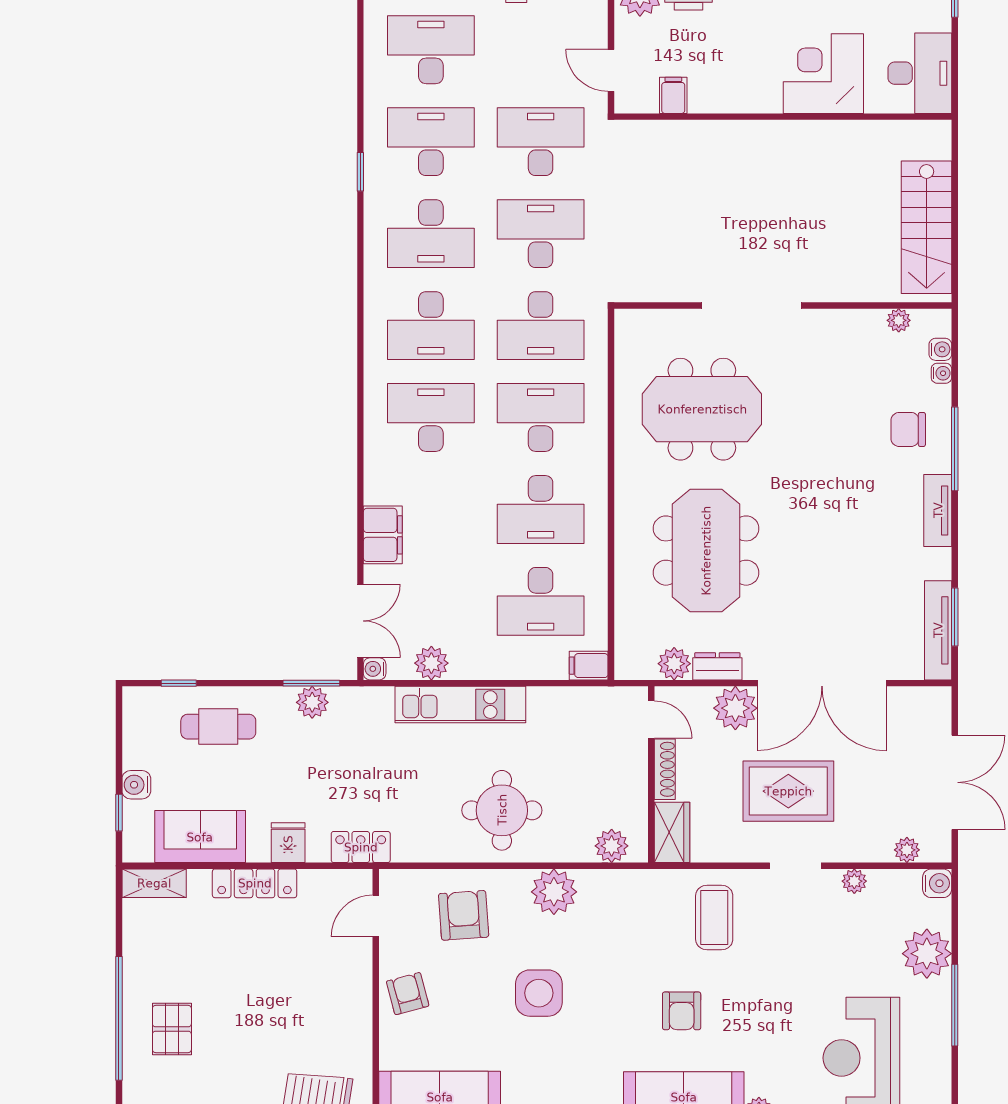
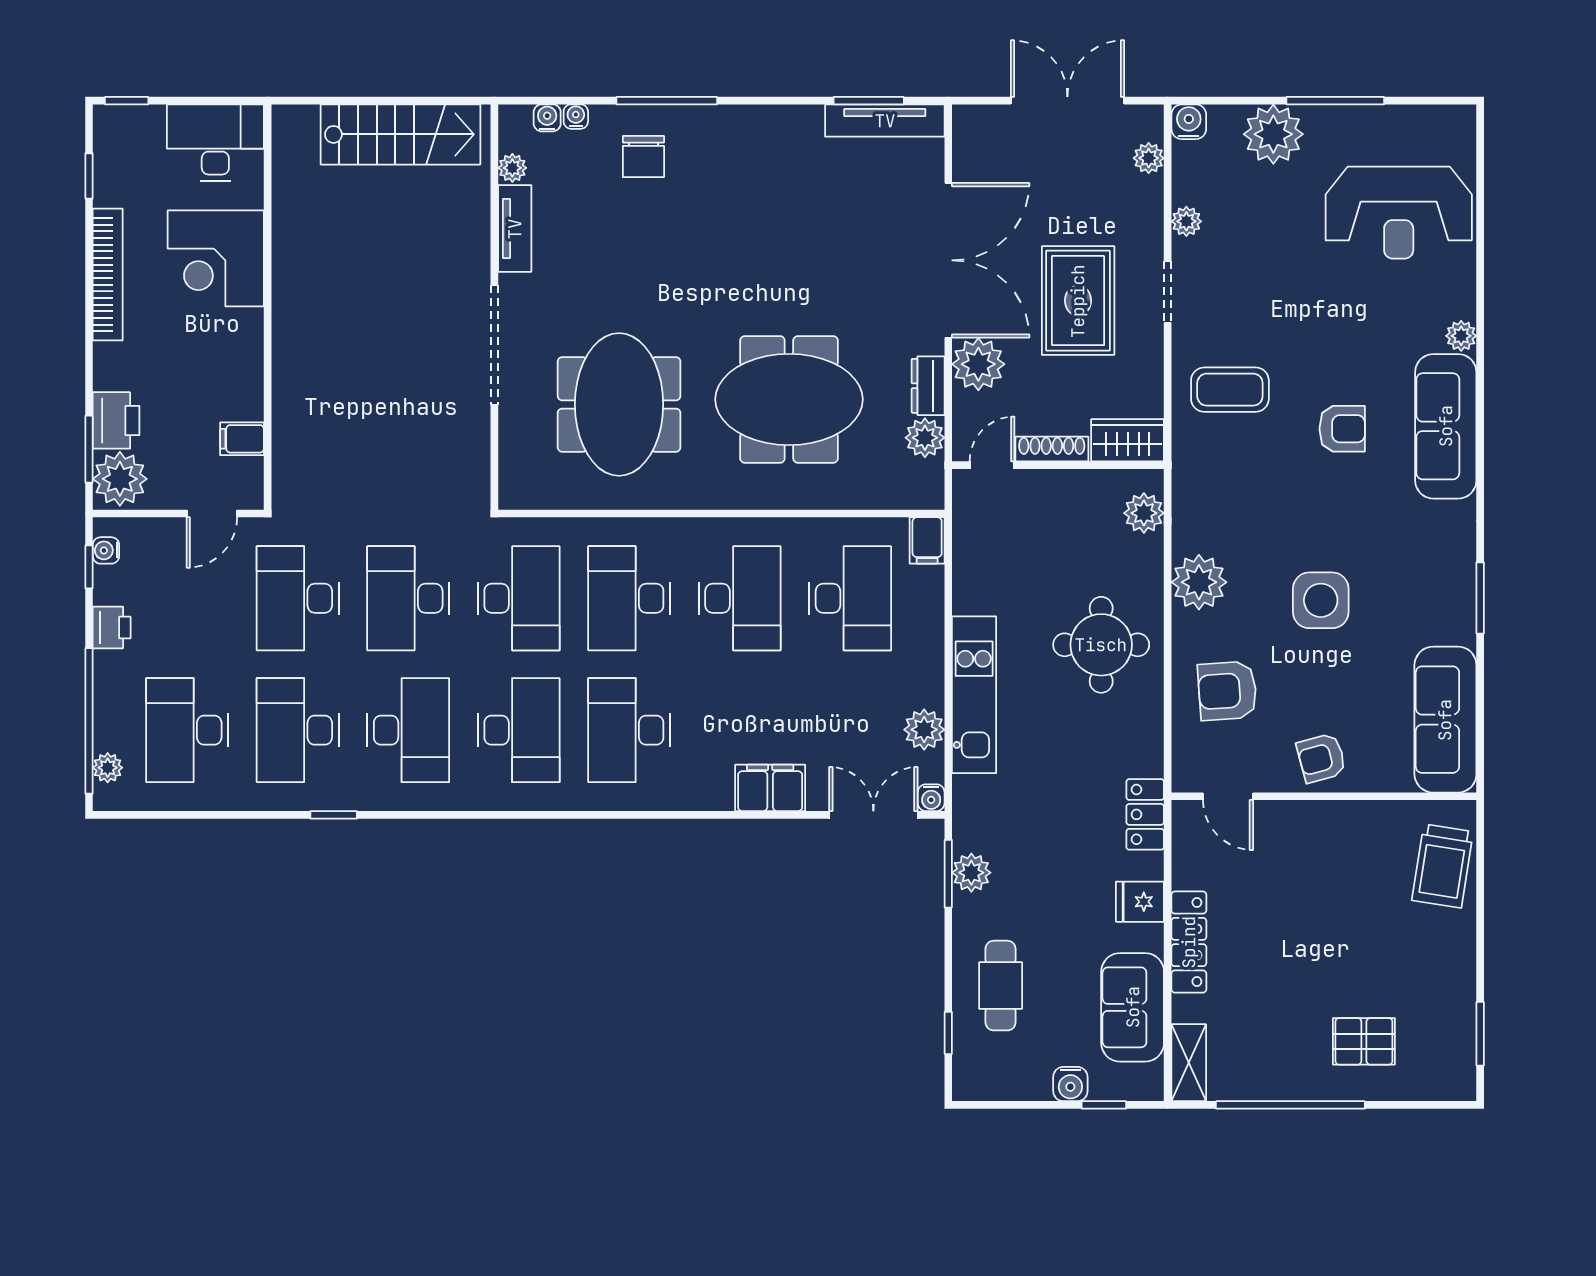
tv unit: (938, 510) -> (515, 229), moved, turned -90
window: (119, 1018) -> (1290, 1105), moved

